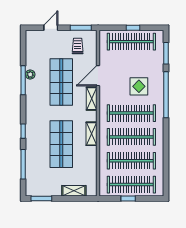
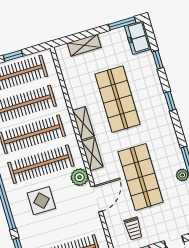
plant: (106, 95) -> (80, 177), added
shelving: (92, 99) -> (92, 154), moved
window: (23, 164) -> (158, 60), width x0.46
freezer: (33, 185) -> (138, 38), added

